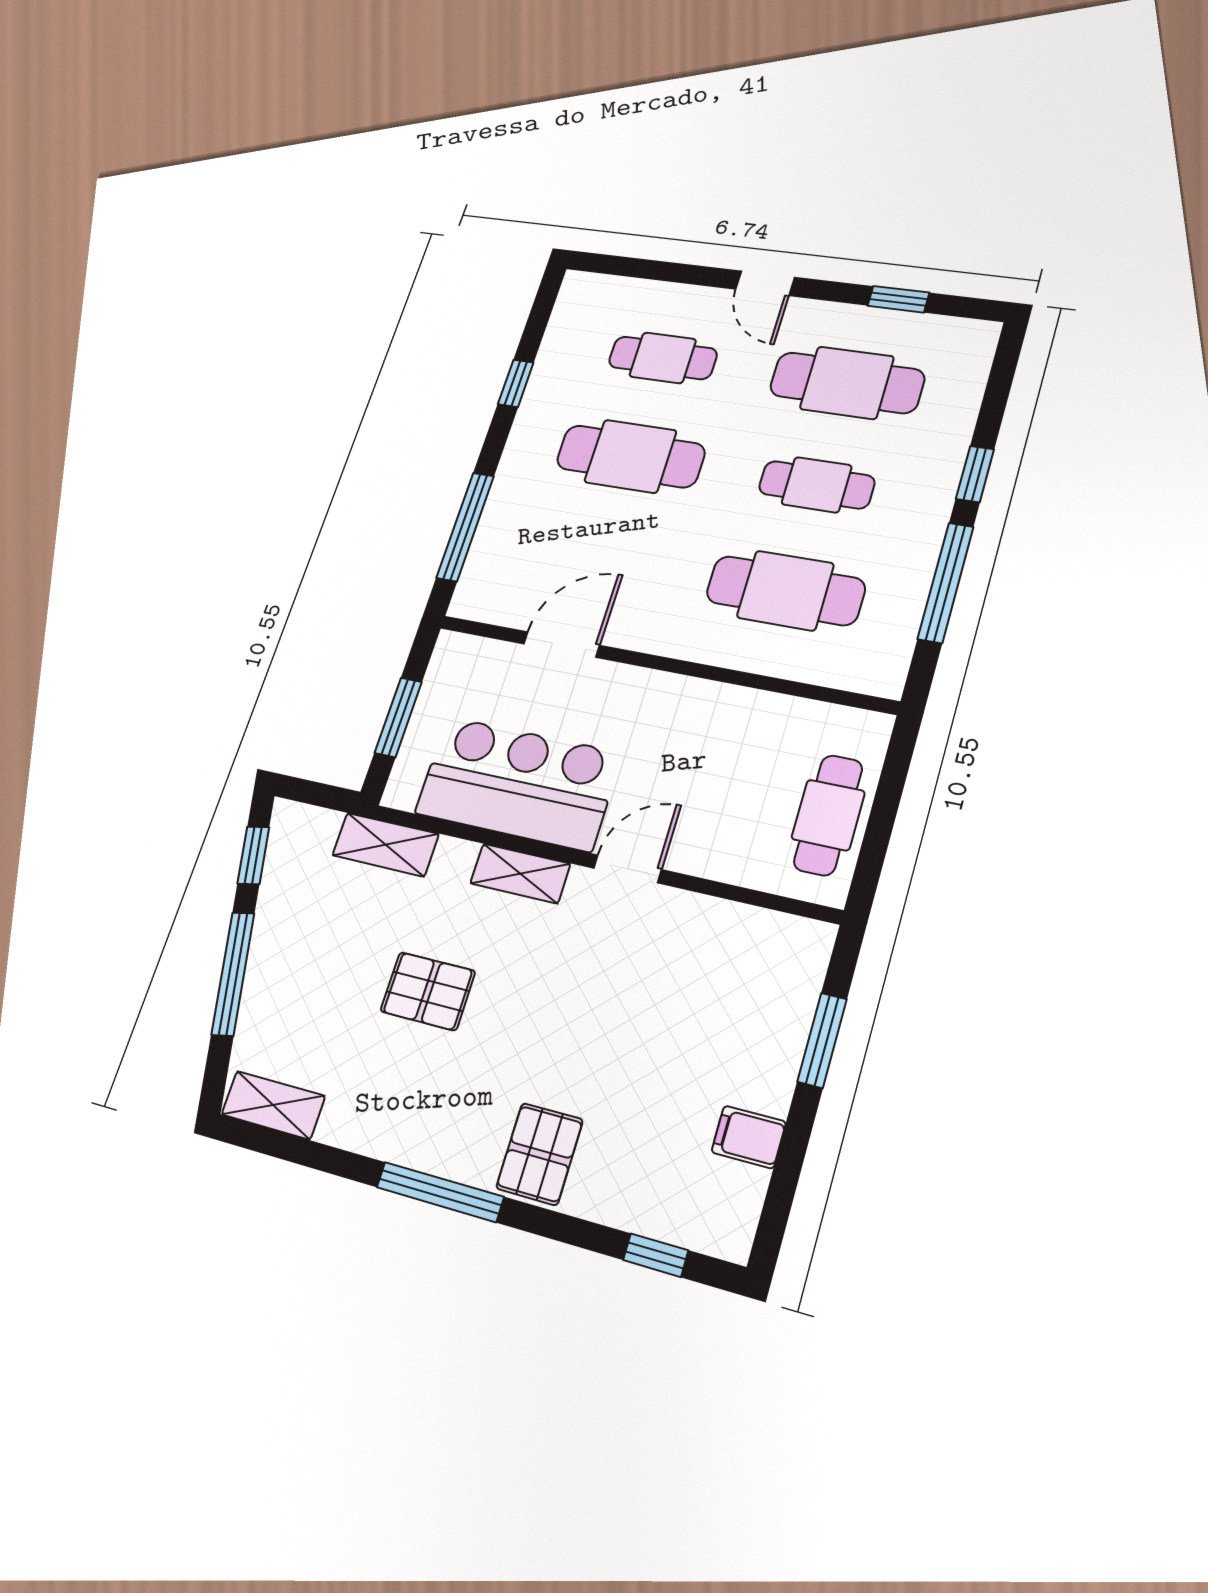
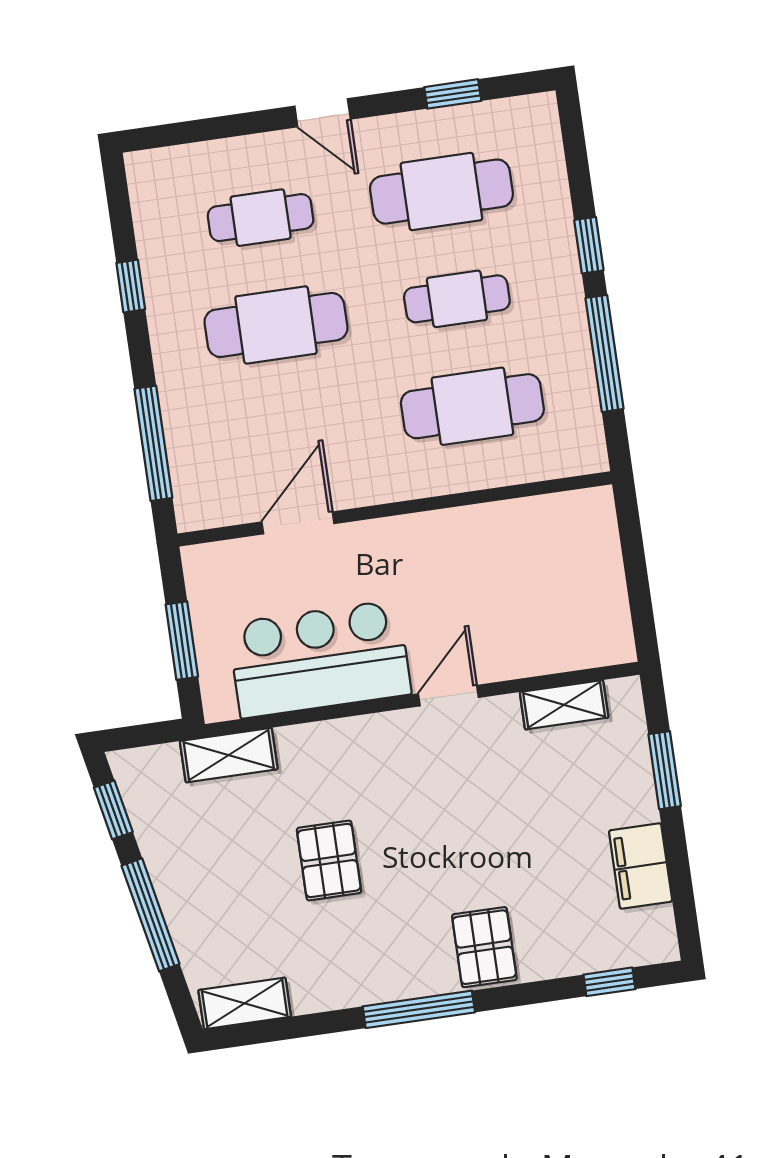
cafe table: (828, 815) -> (592, 589), removed
shelving: (520, 874) -> (564, 705), moved
pallet: (428, 991) -> (329, 860), turned 90
filing cabinet: (749, 1137) -> (641, 866), width x2.00

